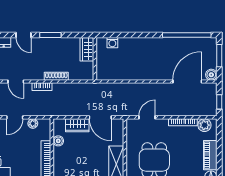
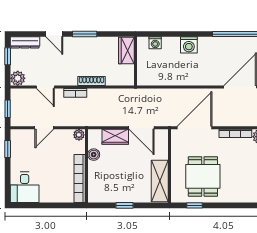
washing machine: (142, 45) -> (189, 45), added
door: (147, 117) -> (195, 128), width x1.87
plant: (33, 123) -> (79, 135), moved

